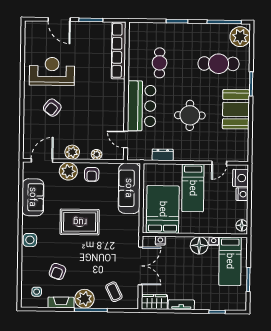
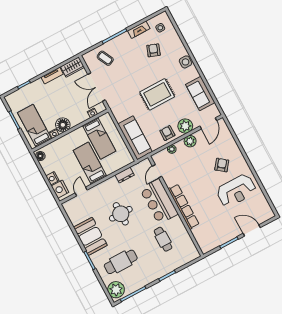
row of seats: (119, 50) -> (184, 207), moved
door: (126, 140) -> (157, 171), swing flipped
bed: (163, 209) -> (99, 138), width x0.67
plant: (85, 299) -> (123, 42), removed

